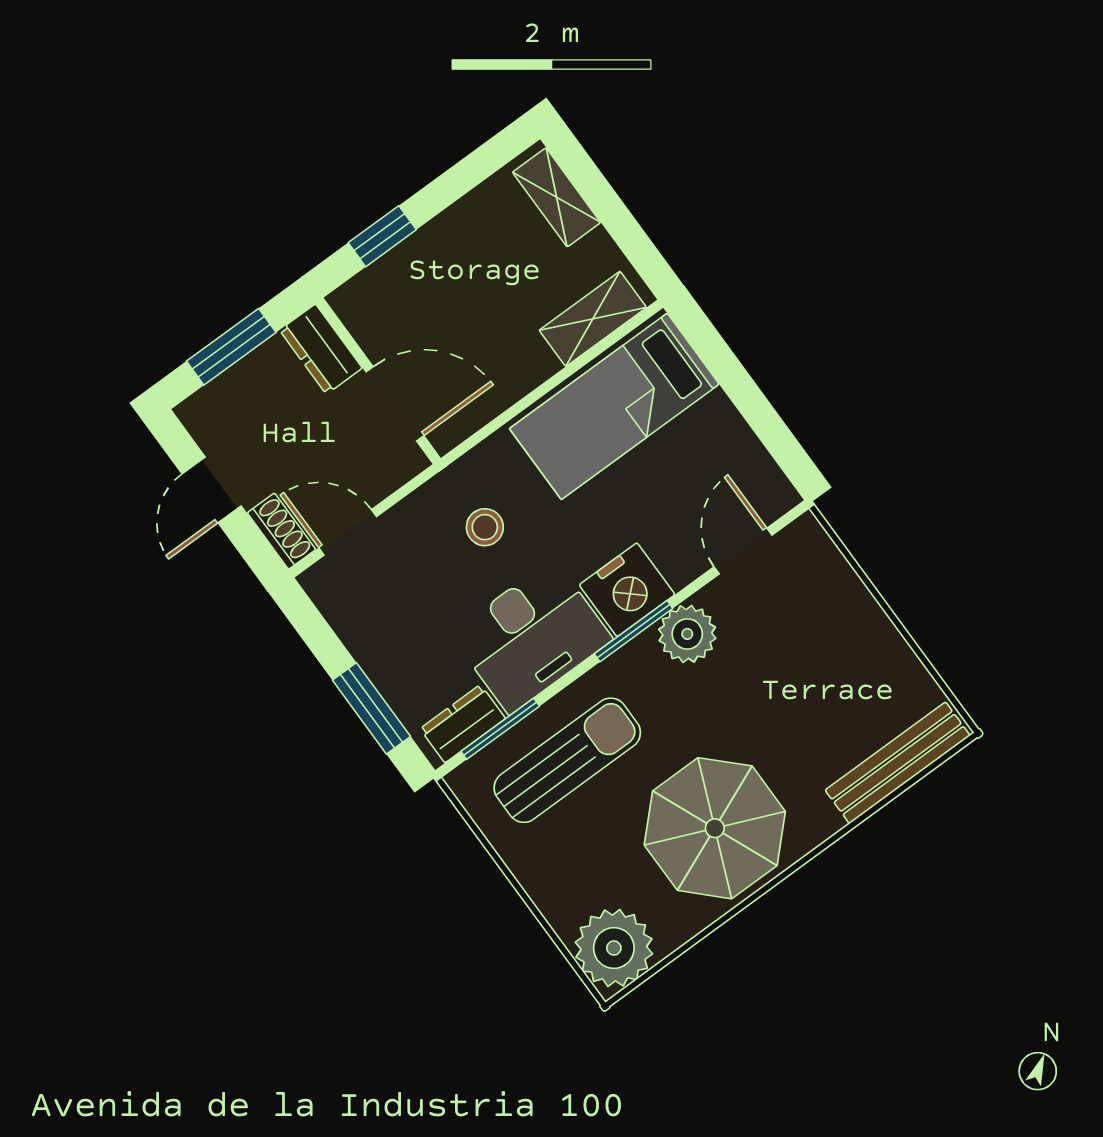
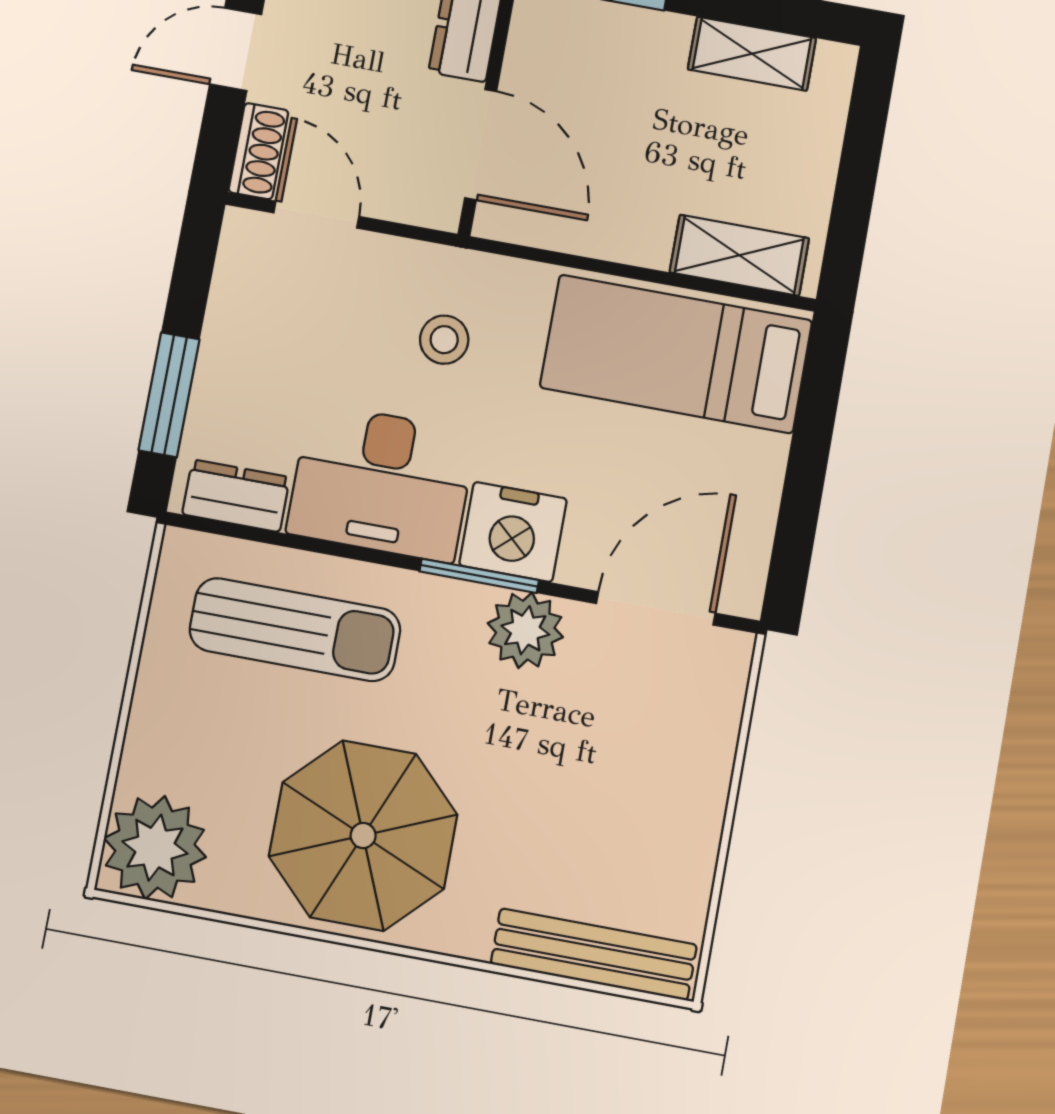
shelving: (557, 197) -> (752, 54), moved, turned 90
door: (743, 551) -> (656, 608), width x1.38
window: (500, 729) -> (265, 536), removed

